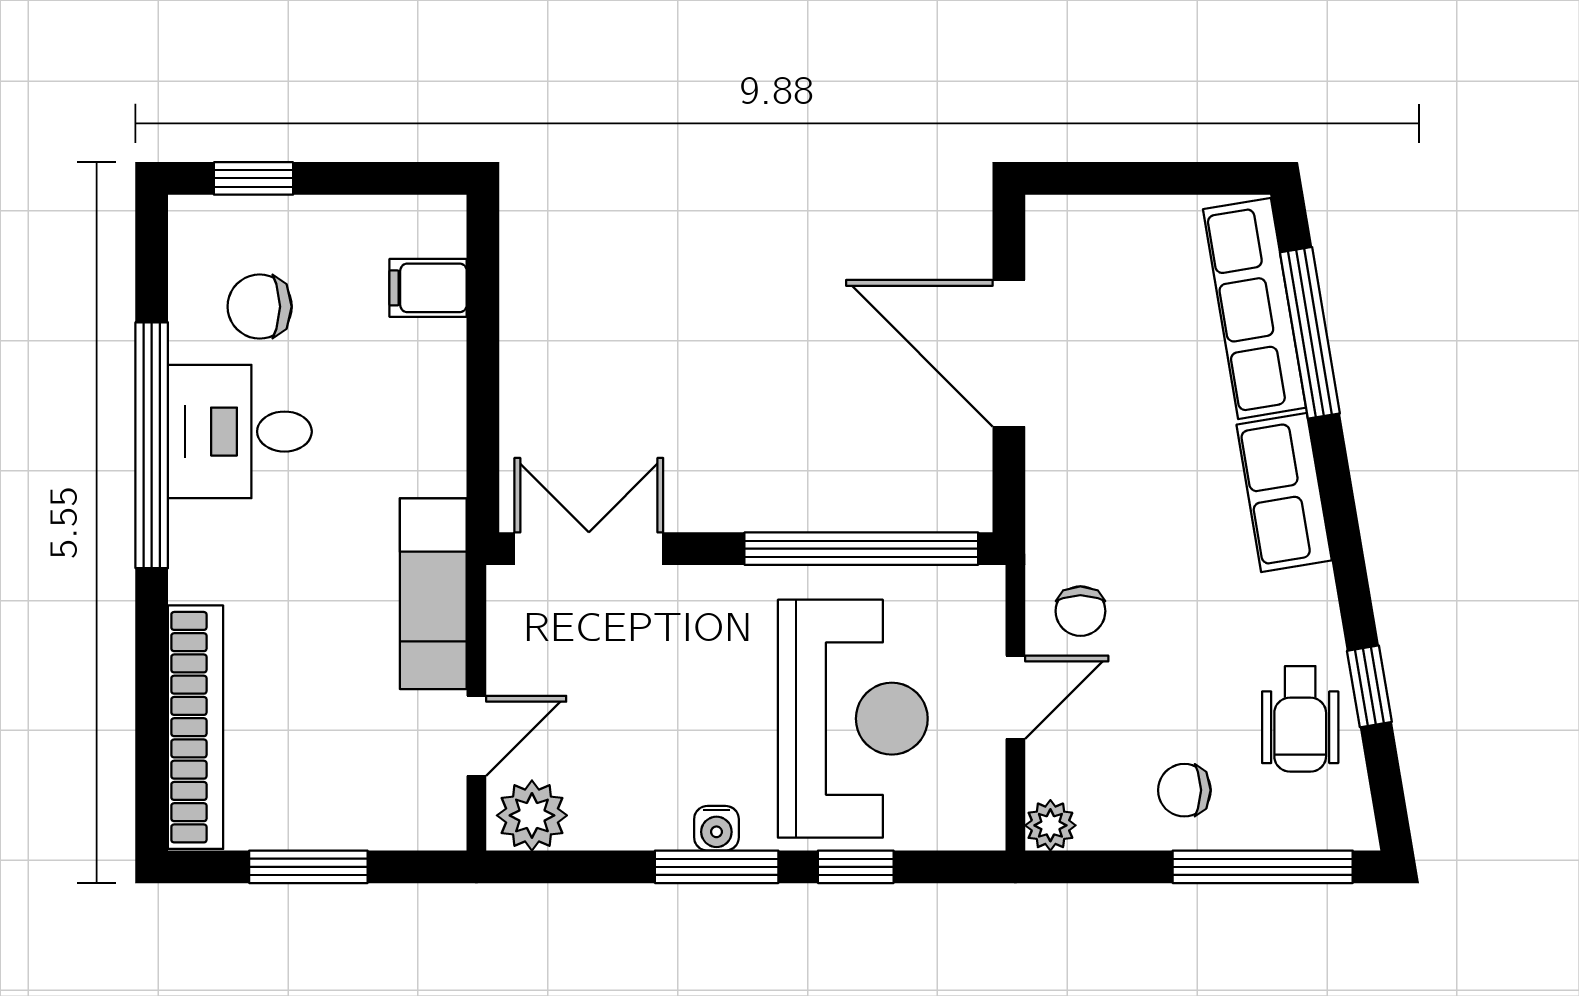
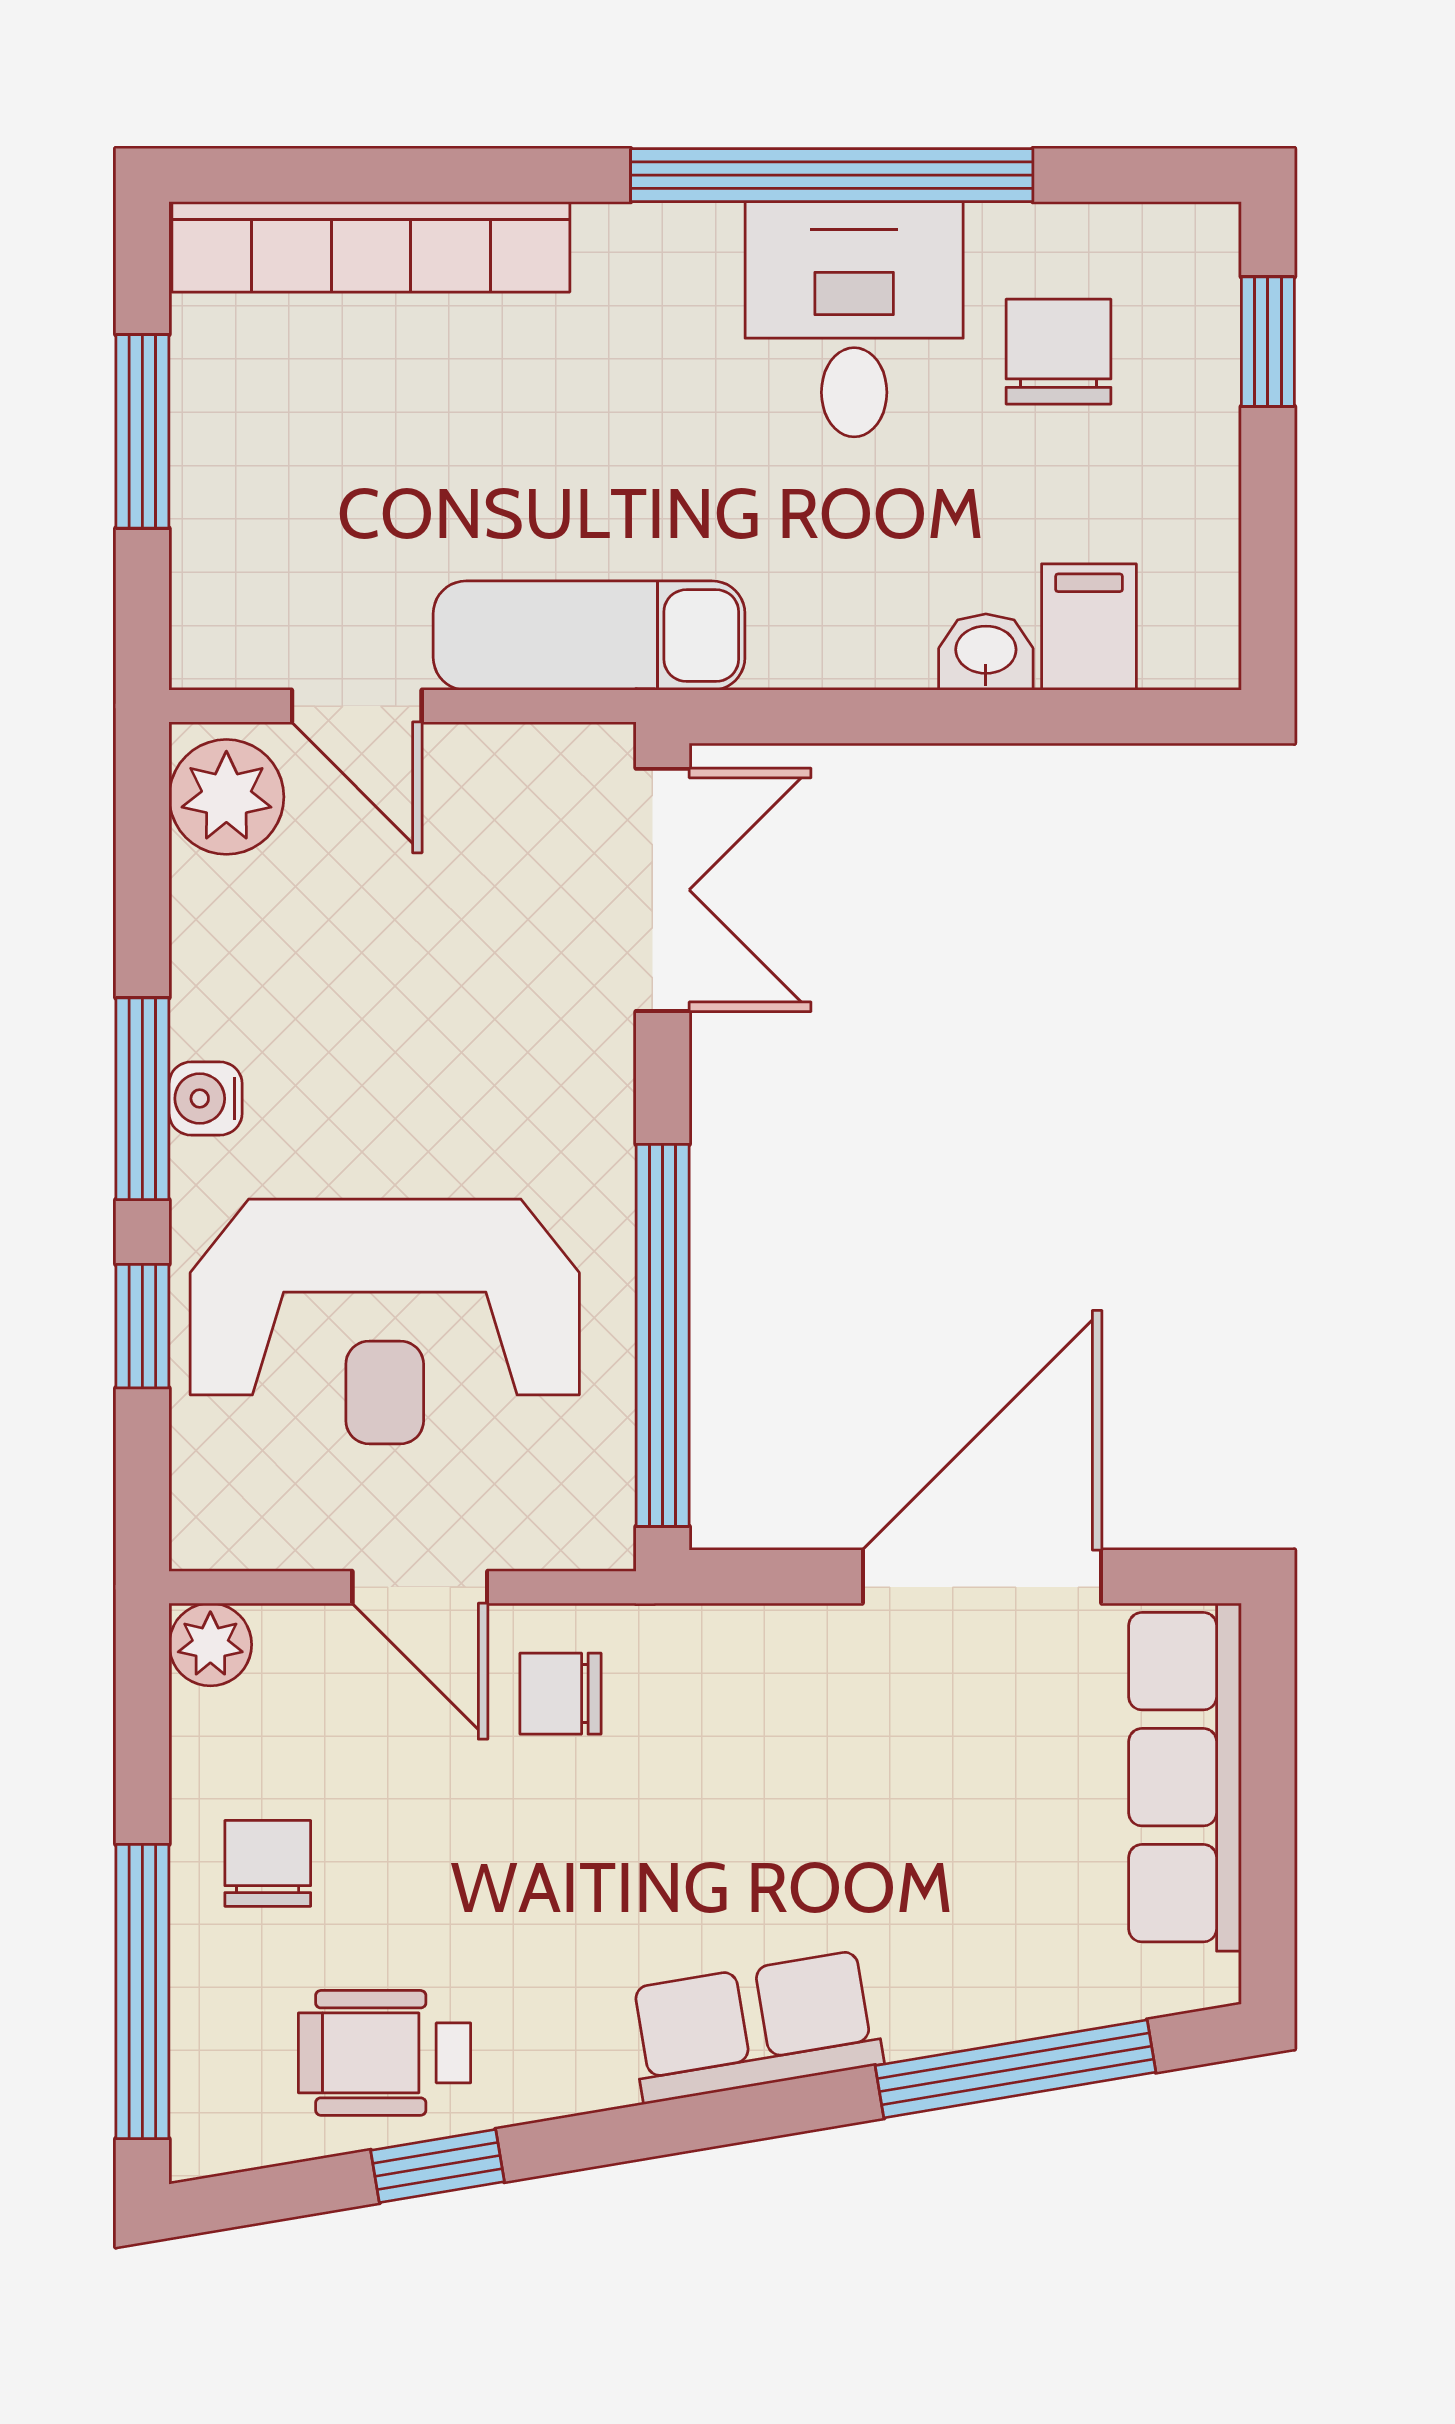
row of seats: (1255, 308) -> (1185, 1777), moved, turned -80
washbasin: (443, 351) -> (986, 652), added

